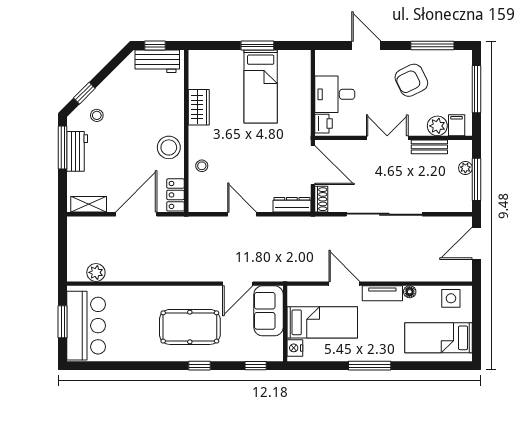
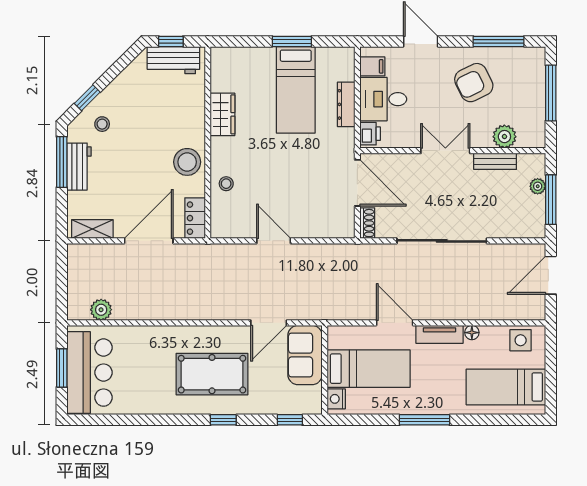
filing cabinet: (457, 125) -> (372, 66), moved, turned 90
dresser: (292, 205) -> (346, 104), moved, turned -90

